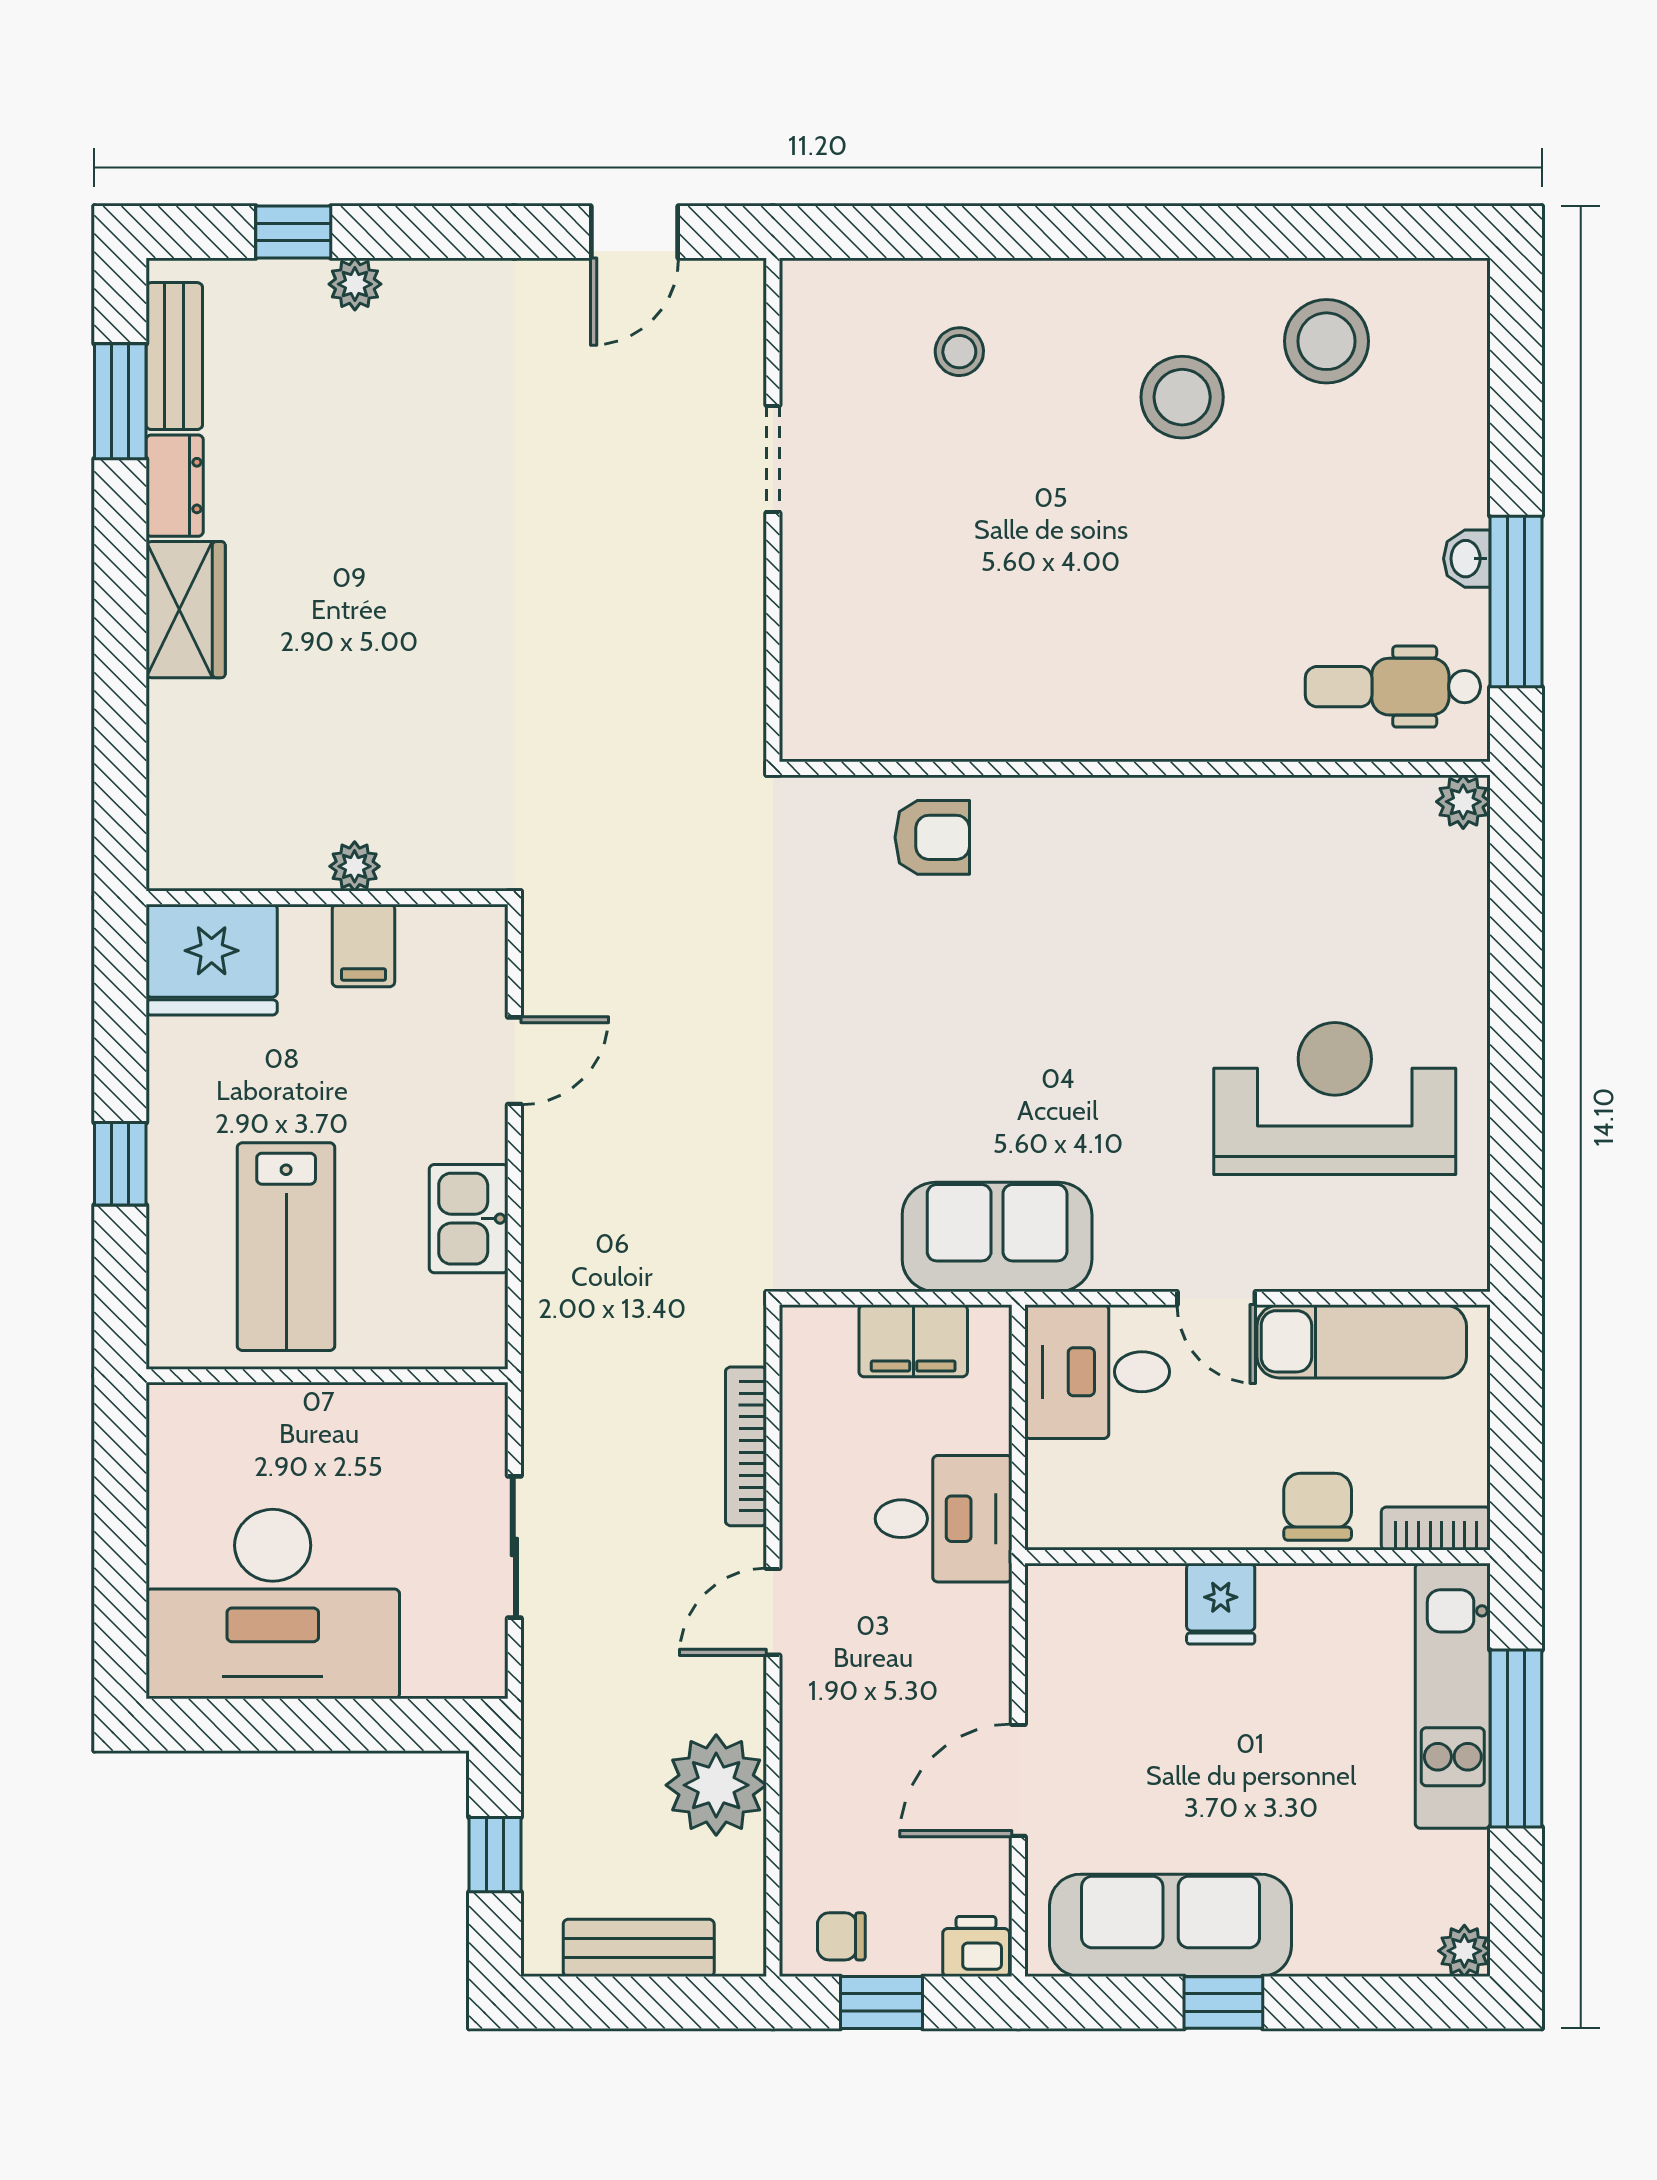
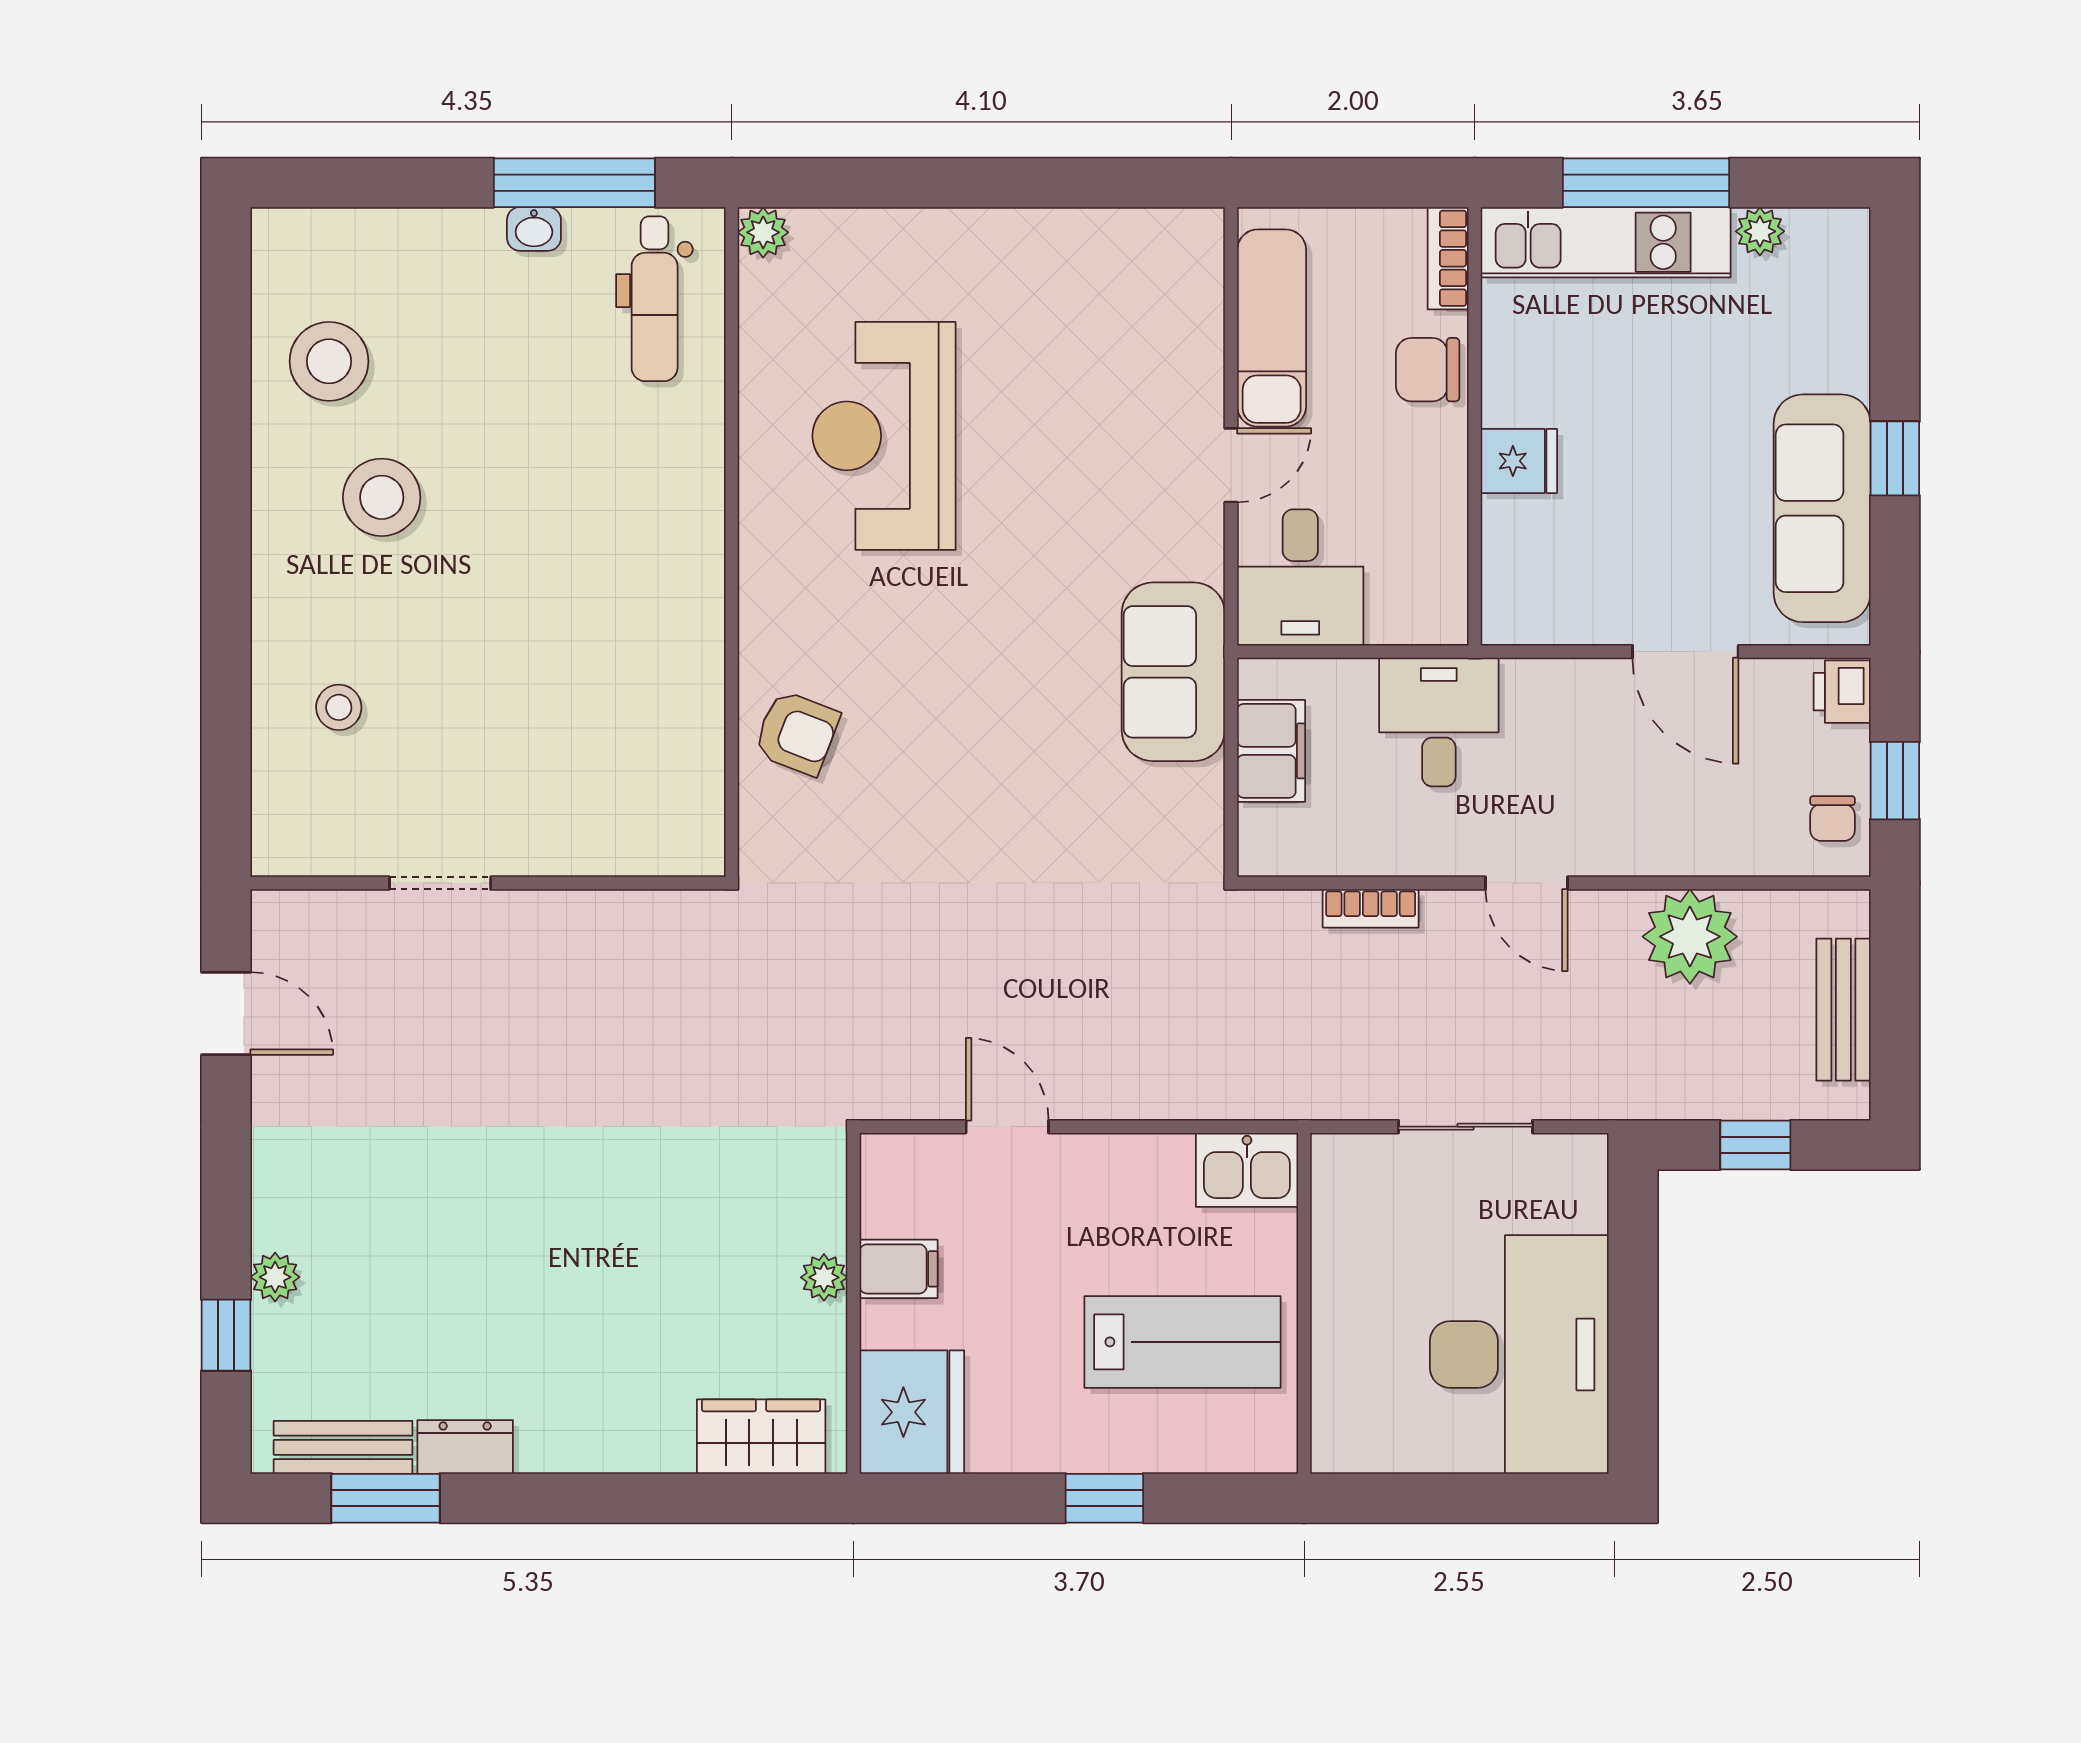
wardrobe: (186, 610) -> (761, 1437), moved
armchair: (932, 837) -> (797, 733), turned 111
reception desk: (1335, 1098) -> (884, 436), moved
kitchen sink: (469, 1219) -> (1247, 1170), moved
bookcase: (746, 1446) -> (1371, 908), width x0.64
plant: (1464, 1951) -> (1760, 231), moved

